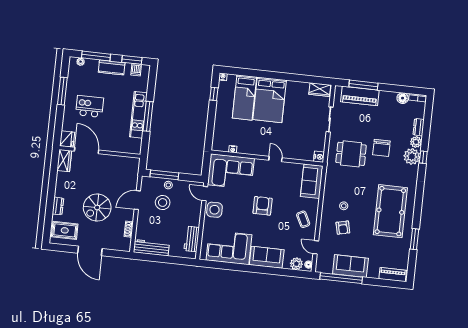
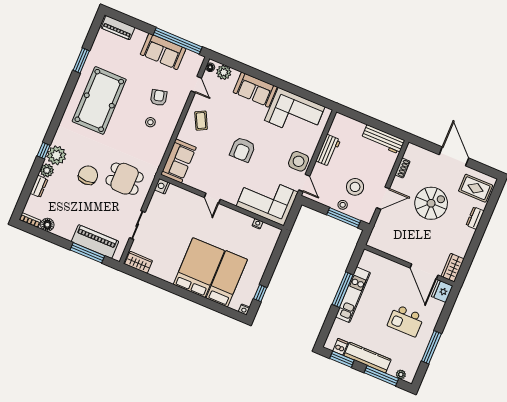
kitchen counter: (112, 67) -> (367, 358), width x1.50
workbench: (192, 239) -> (328, 150), moved

